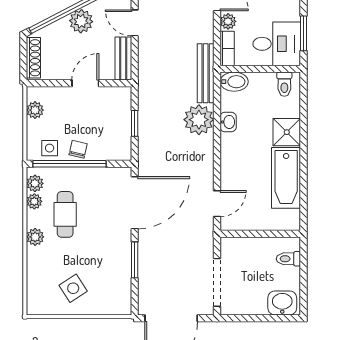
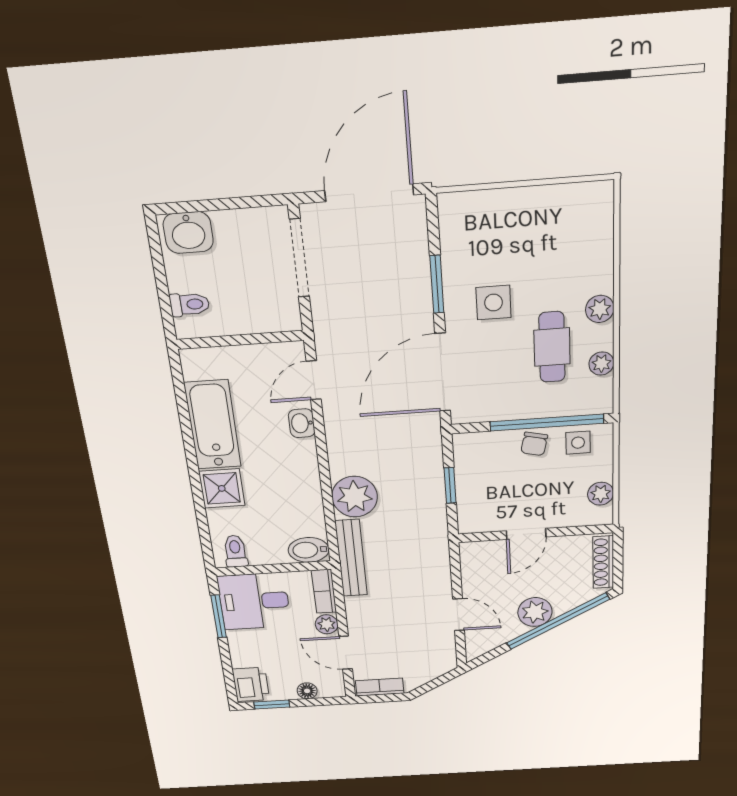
bench: (123, 59) -> (472, 569), removed
washbasin: (228, 122) -> (302, 423), moved
plant: (35, 183) -> (600, 390), removed
side table: (73, 288) -> (493, 303), moved, turned 33

